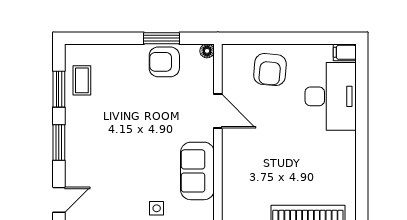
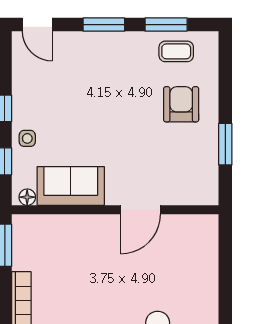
floor lamp: (207, 51) -> (27, 197), moved
armchair: (164, 62) -> (181, 104), moved
armchair: (270, 70) -> (189, 270), removed

